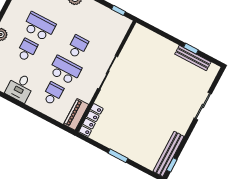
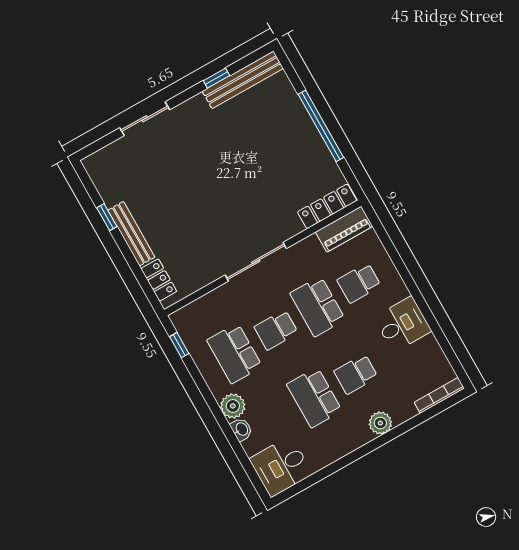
school desk: (90, 23) -> (235, 353), added
locker: (148, 35) -> (159, 280), added
bench: (193, 58) -> (131, 234), moved
window: (118, 156) -> (321, 126), width x2.11
window: (172, 165) -> (216, 78), moved

